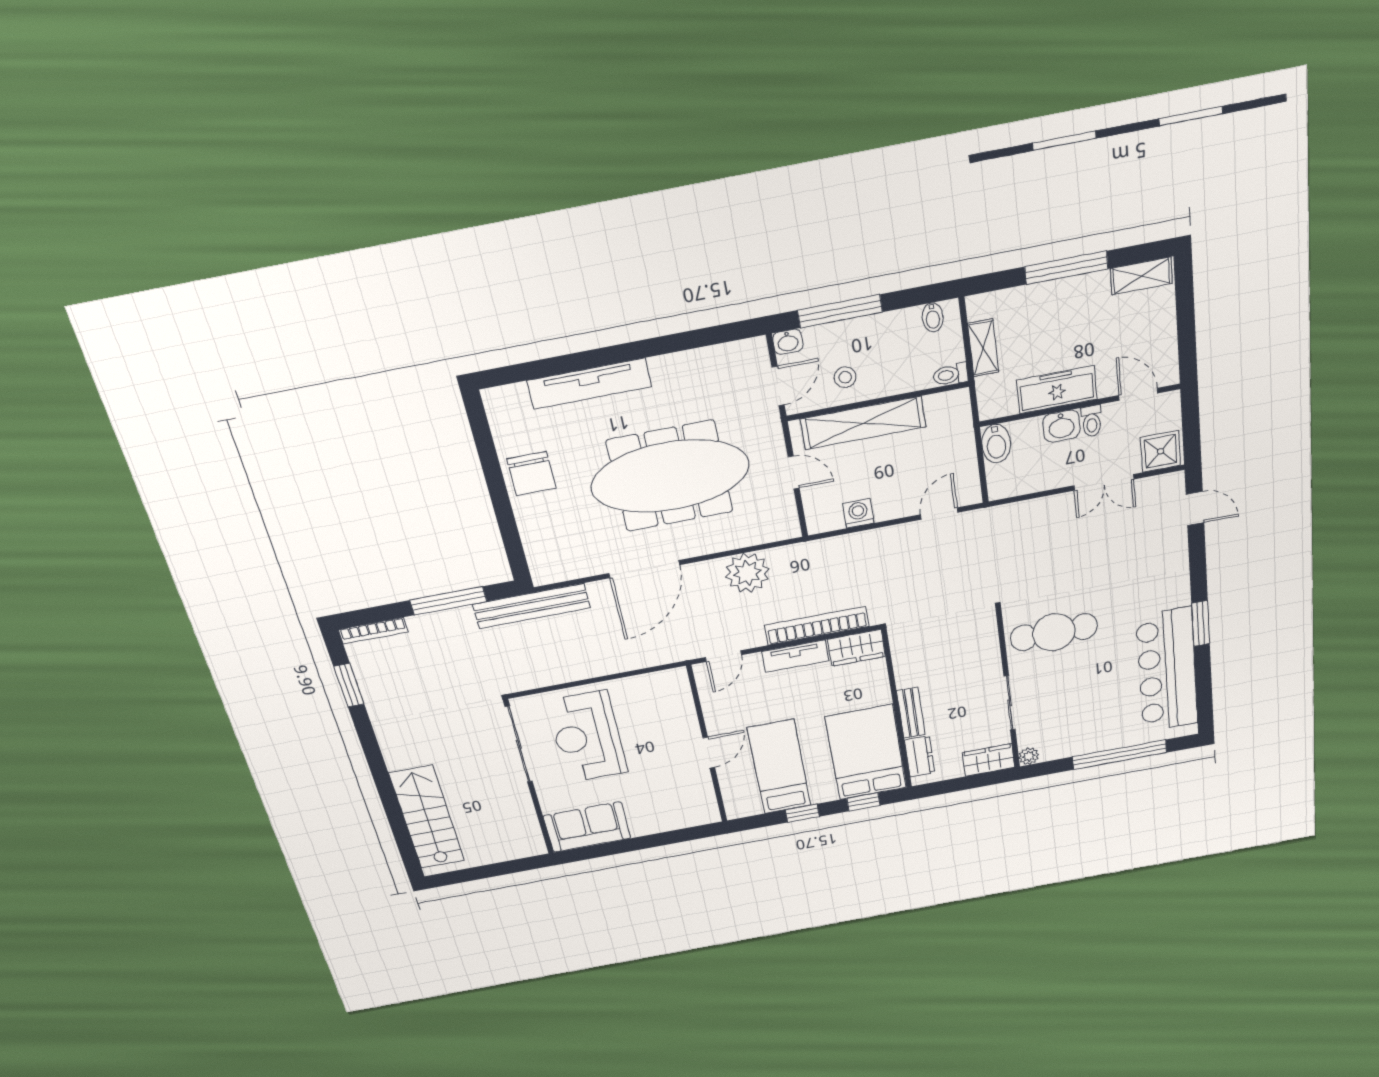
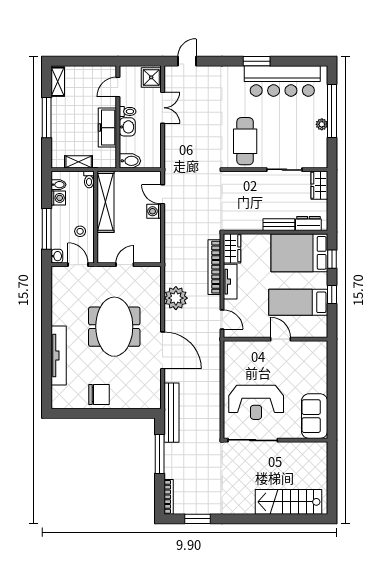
washing machine: (906, 322) -> (58, 198), added
shelving: (863, 423) -> (106, 202), moved
meeting table: (670, 476) -> (114, 327), width x0.73
washing machine: (858, 513) -> (154, 211), moved
plant: (1029, 756) -> (322, 124), moved

